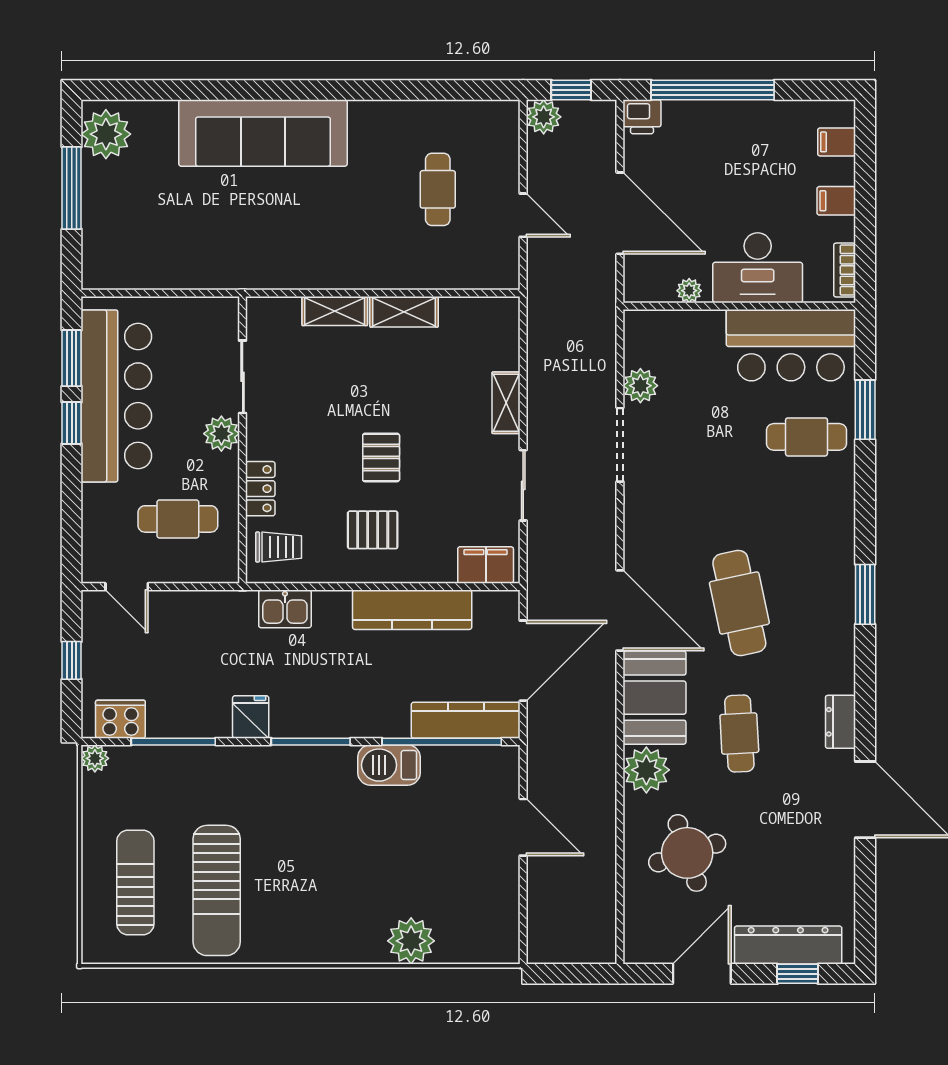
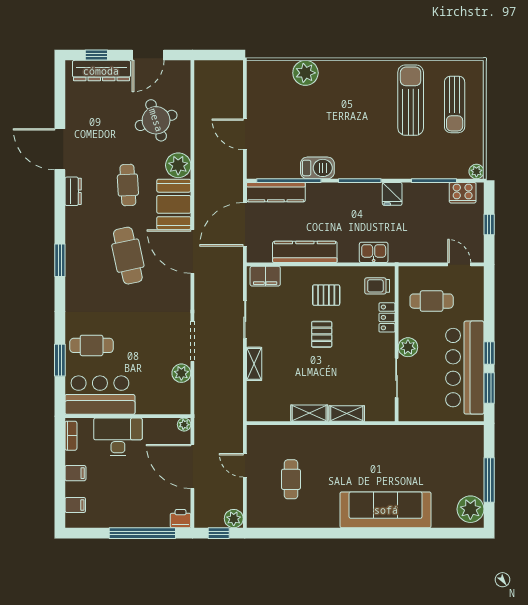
plant: (689, 291) -> (184, 425), moved

